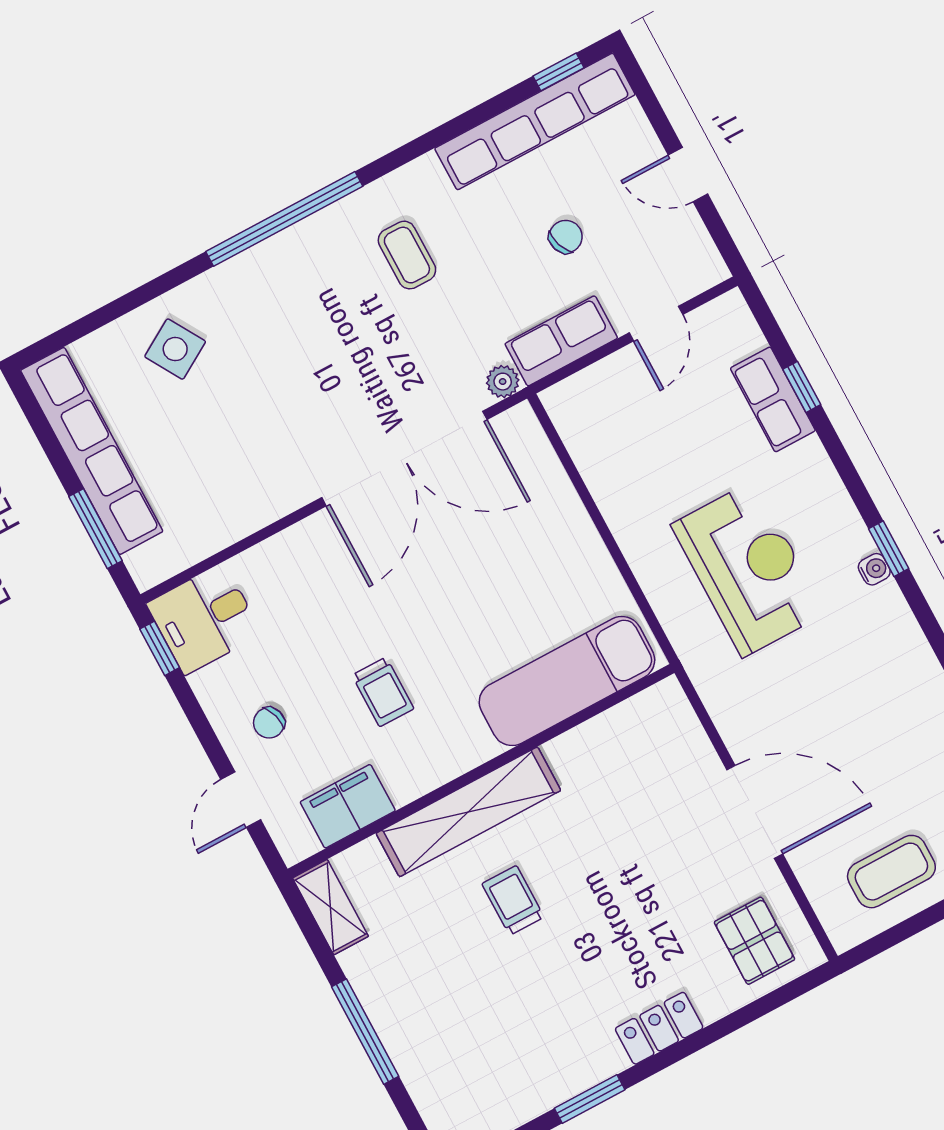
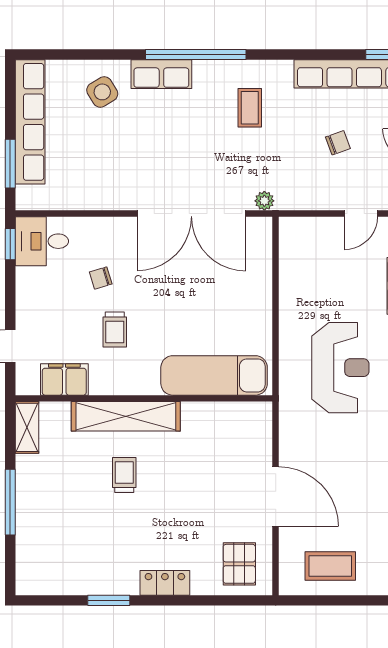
row of seats: (561, 341) -> (161, 74), moved, turned 180
chair: (269, 723) -> (101, 278), moved

